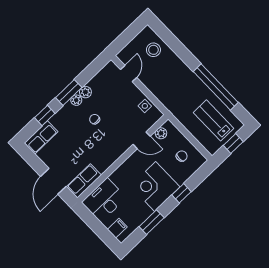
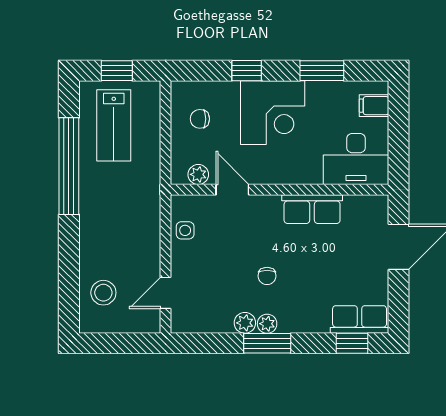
window: (45, 116) -> (352, 343), moved
row of seats: (84, 181) -> (312, 209), moved

